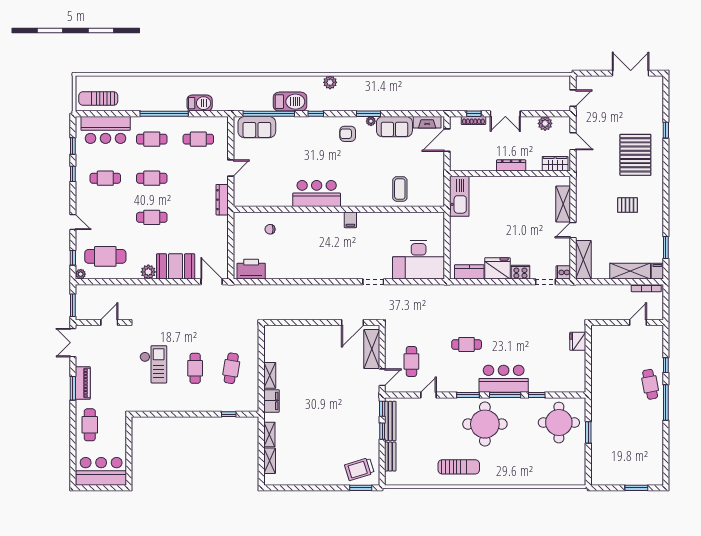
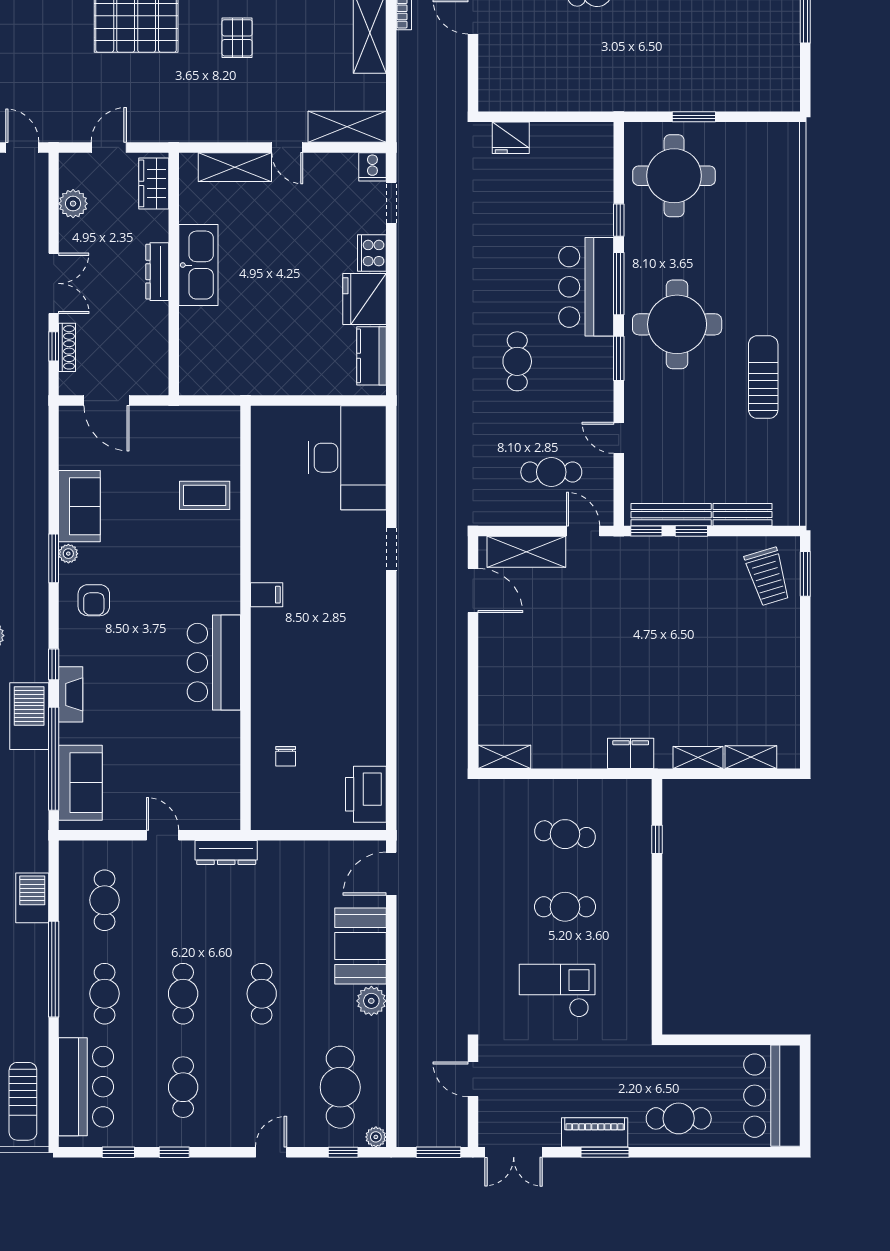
fireplace: (427, 122) -> (71, 694), moved
kitchen sink: (459, 196) -> (198, 265), moved, turned 90
shelving: (270, 375) -> (504, 757), moved

